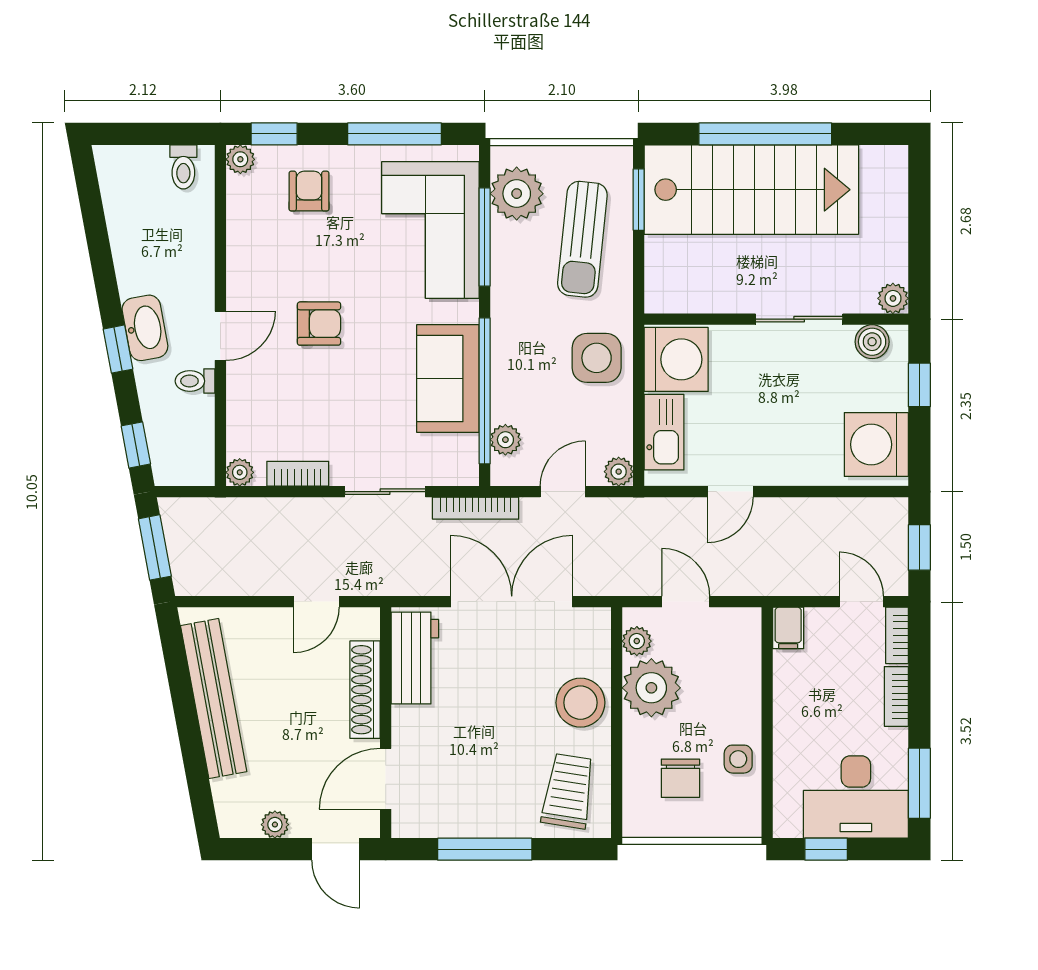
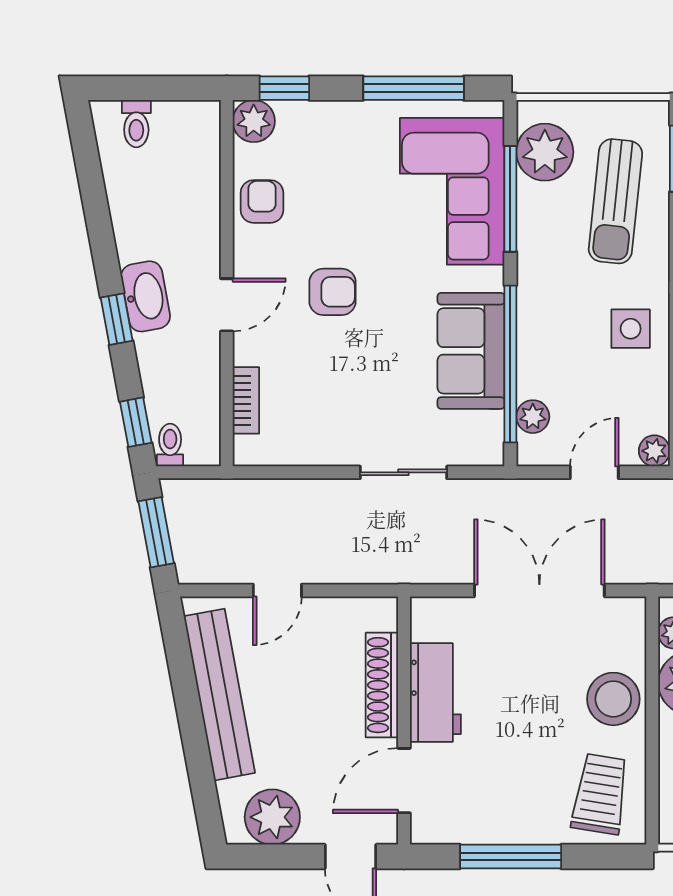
plant: (240, 159) -> (254, 121), width x1.38, depth x1.38
toilet: (183, 167) -> (136, 124), moved
armchair: (309, 191) -> (262, 201), moved
side table: (597, 358) -> (631, 329), width x0.73, depth x0.73
toilet: (195, 381) -> (170, 445), moved, turned 90
plant: (240, 472) -> (247, 452), removed
bookcase: (298, 474) -> (246, 400), moved, turned 90
bookcase: (476, 508) -> (501, 490), removed
door: (316, 602) -> (277, 590), moved
workbench: (415, 658) -> (435, 693), moved
plant: (275, 825) -> (272, 817), width x1.88, depth x1.88

